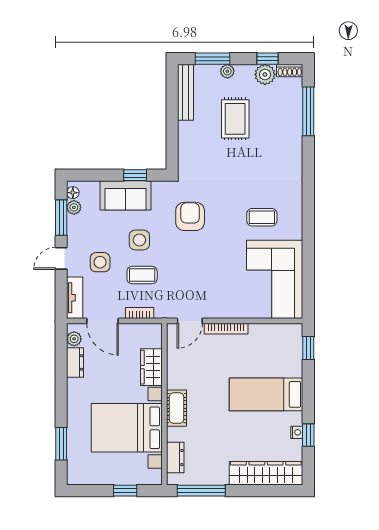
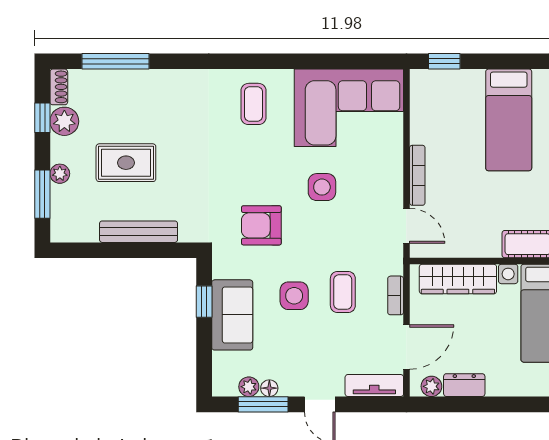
bench: (186, 92) -> (139, 232), moved
floor lamp: (73, 193) -> (269, 388), moved
coffee table: (262, 217) -> (253, 104), moved
side table: (100, 262) -> (322, 187), moved
wardrobe: (151, 367) -> (458, 279), width x1.50

